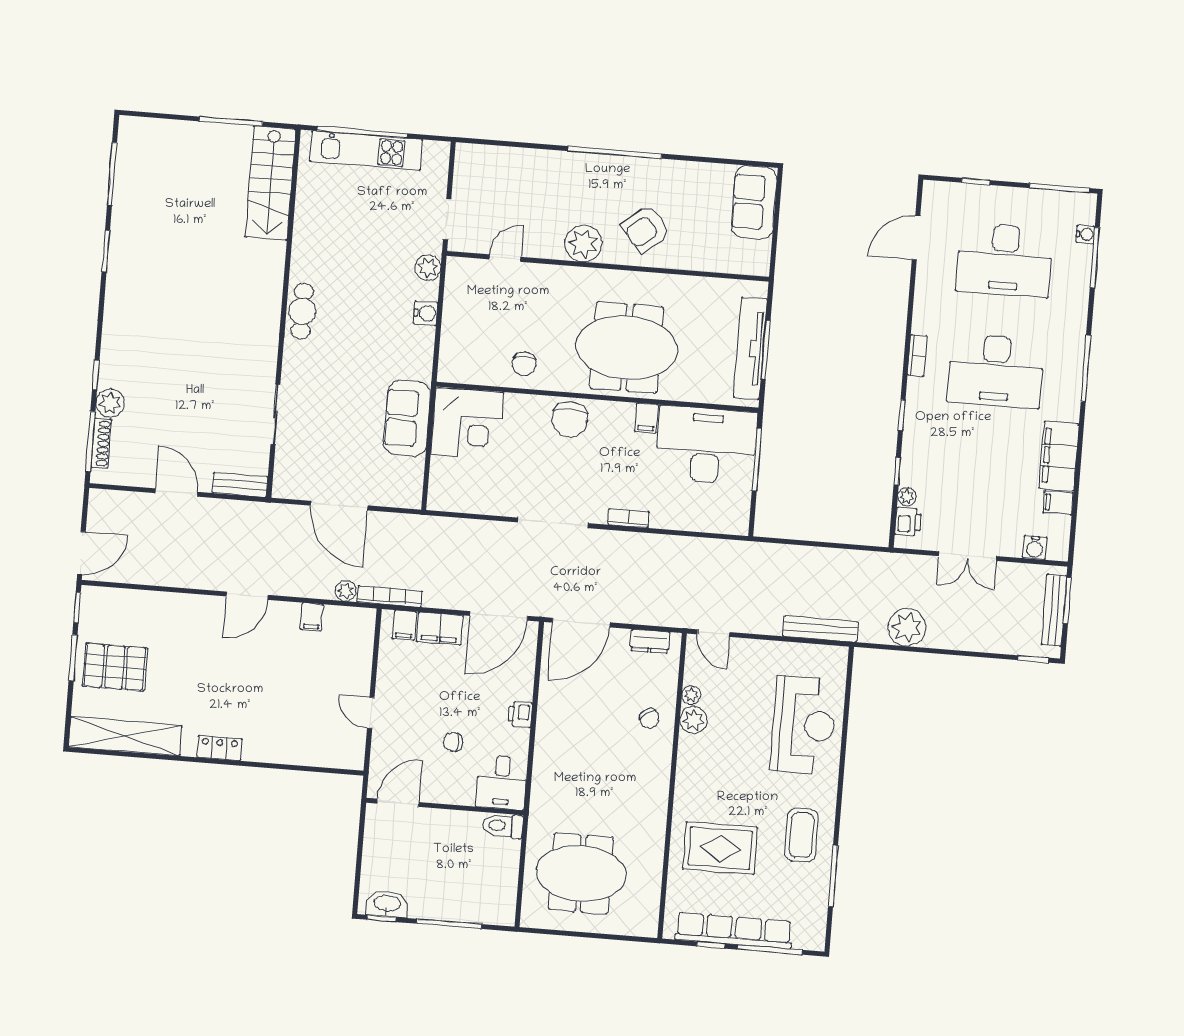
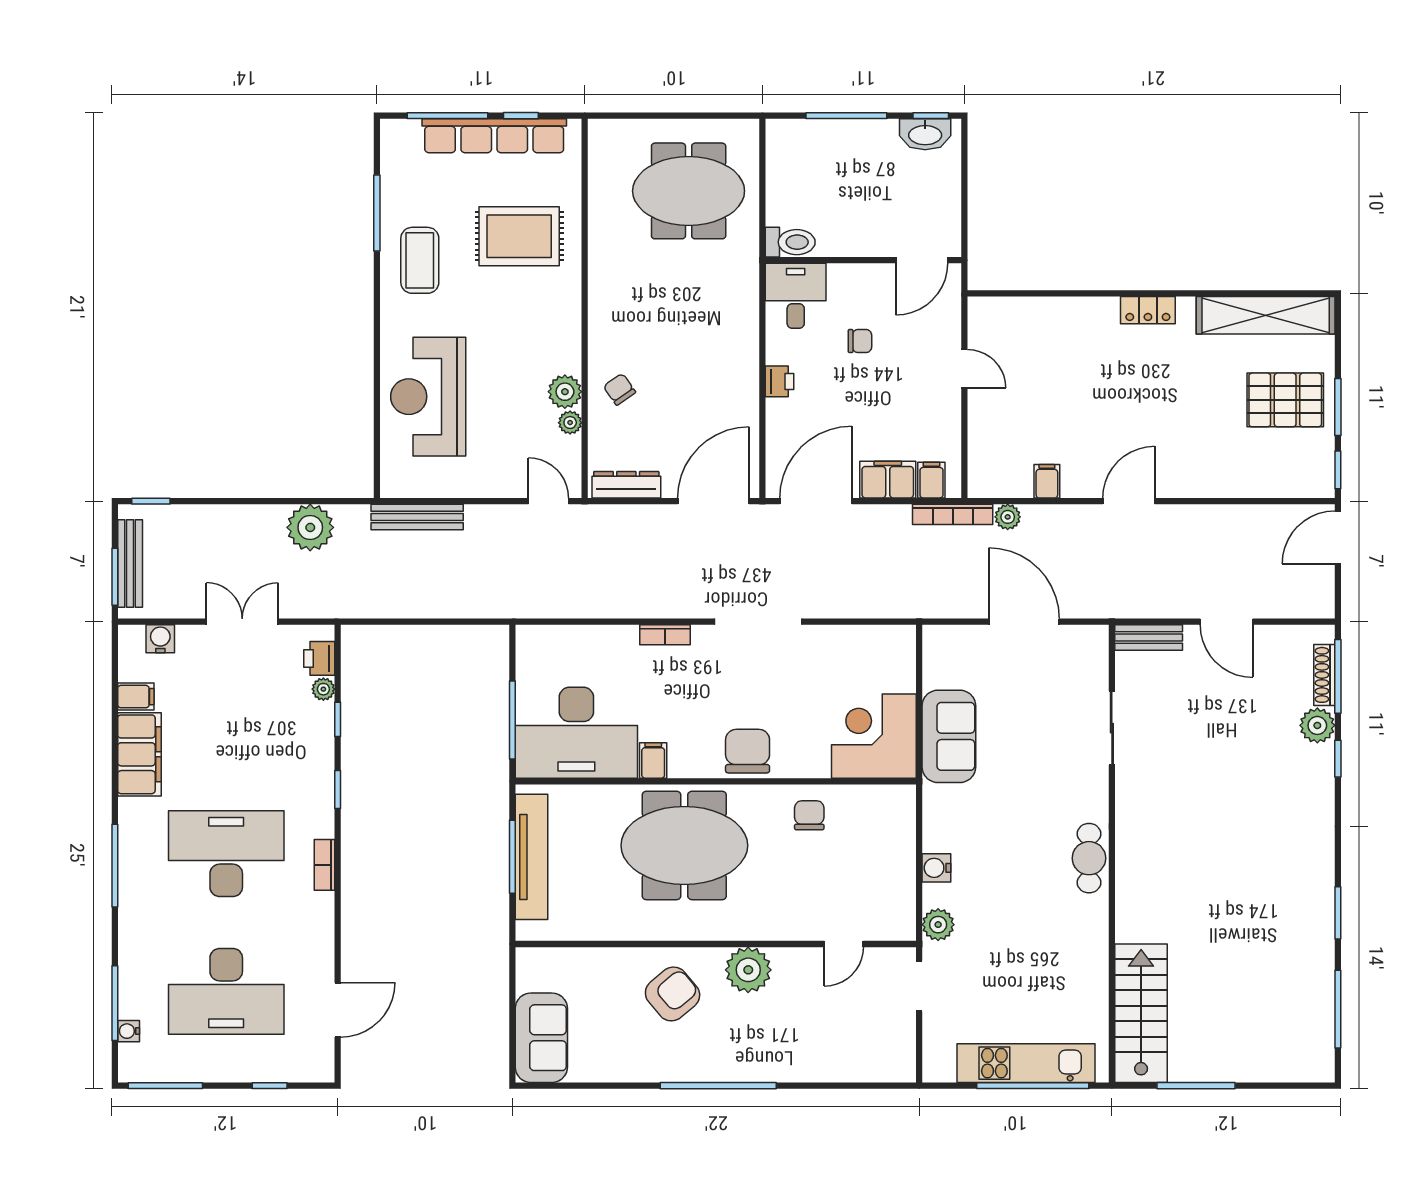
desk: (1004, 260) -> (226, 991), turned 180
dresser: (650, 641) -> (626, 485), width x1.44

